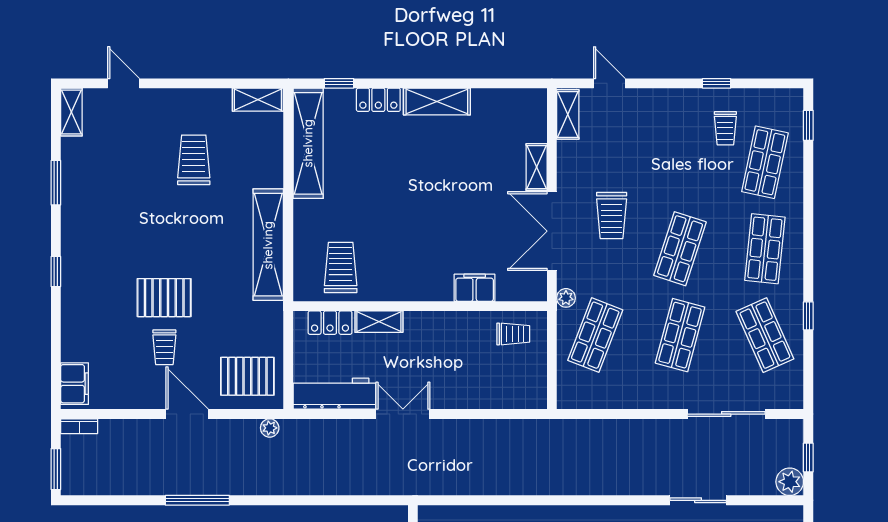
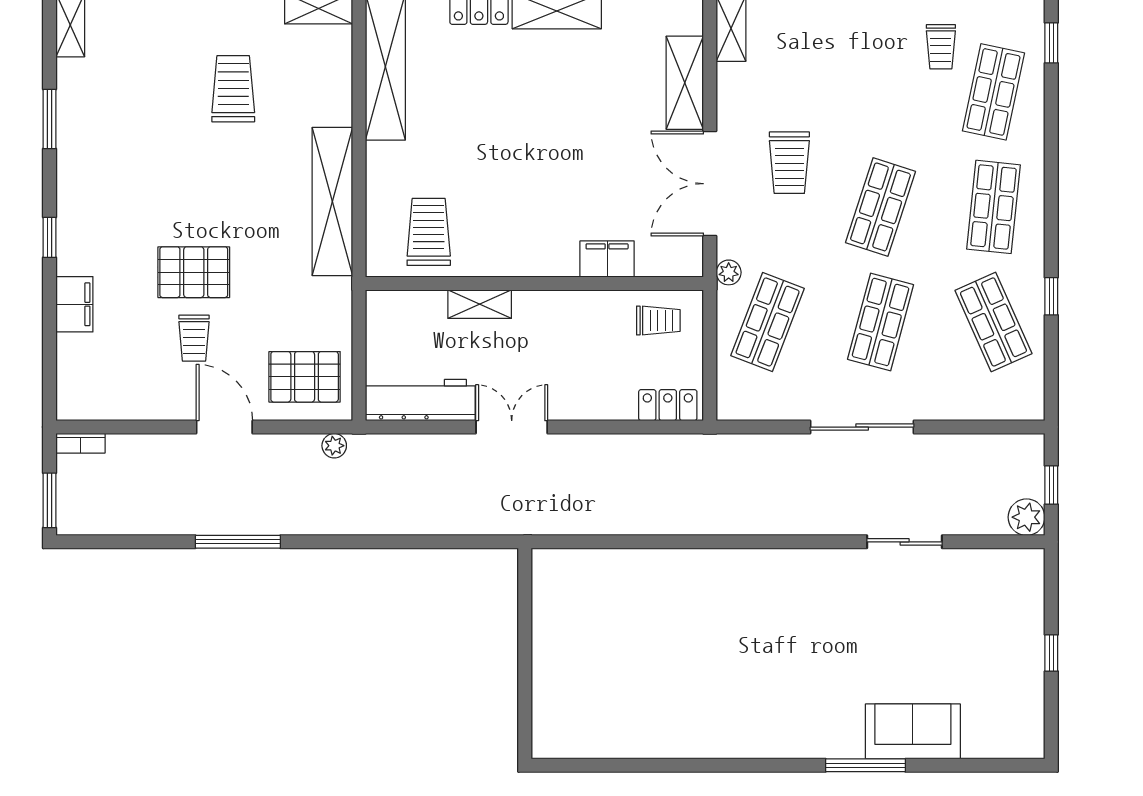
shelving: (537, 167) -> (685, 83), width x1.50, depth x1.33
locker: (330, 323) -> (668, 405), moved, turned 180
filing cabinet: (75, 384) -> (74, 304), moved
sliding door: (726, 414) -> (862, 427), moved

